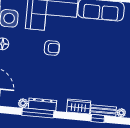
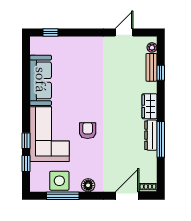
plant: (23, 103) -> (151, 157), removed
wardrobe: (79, 107) -> (149, 106), moved

